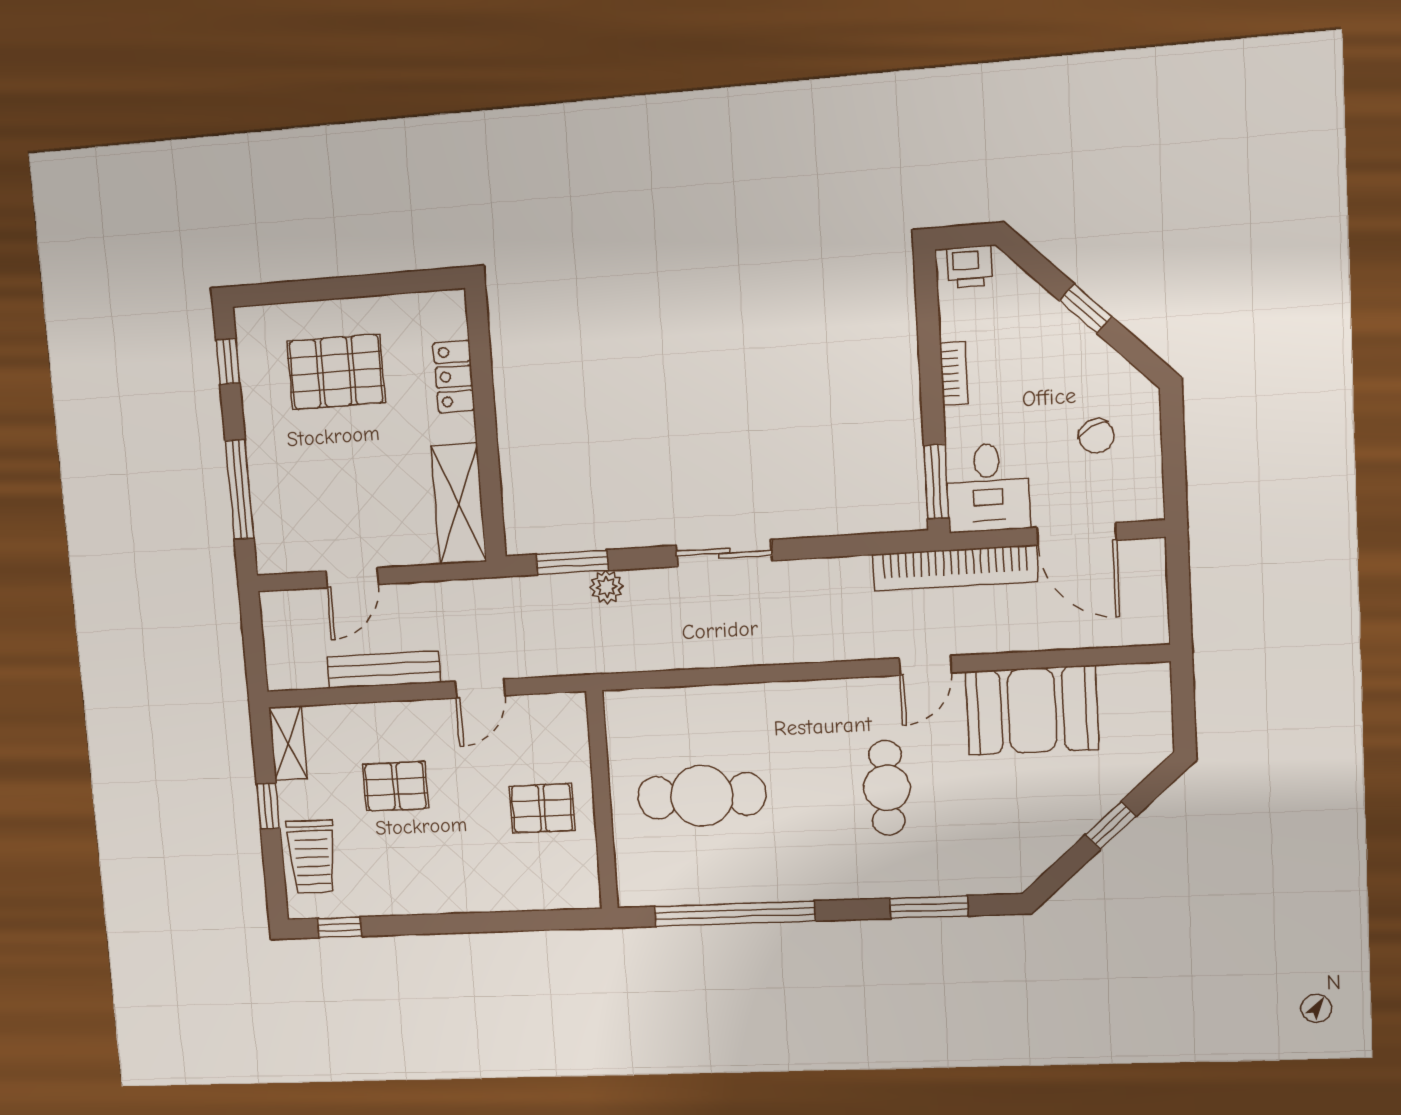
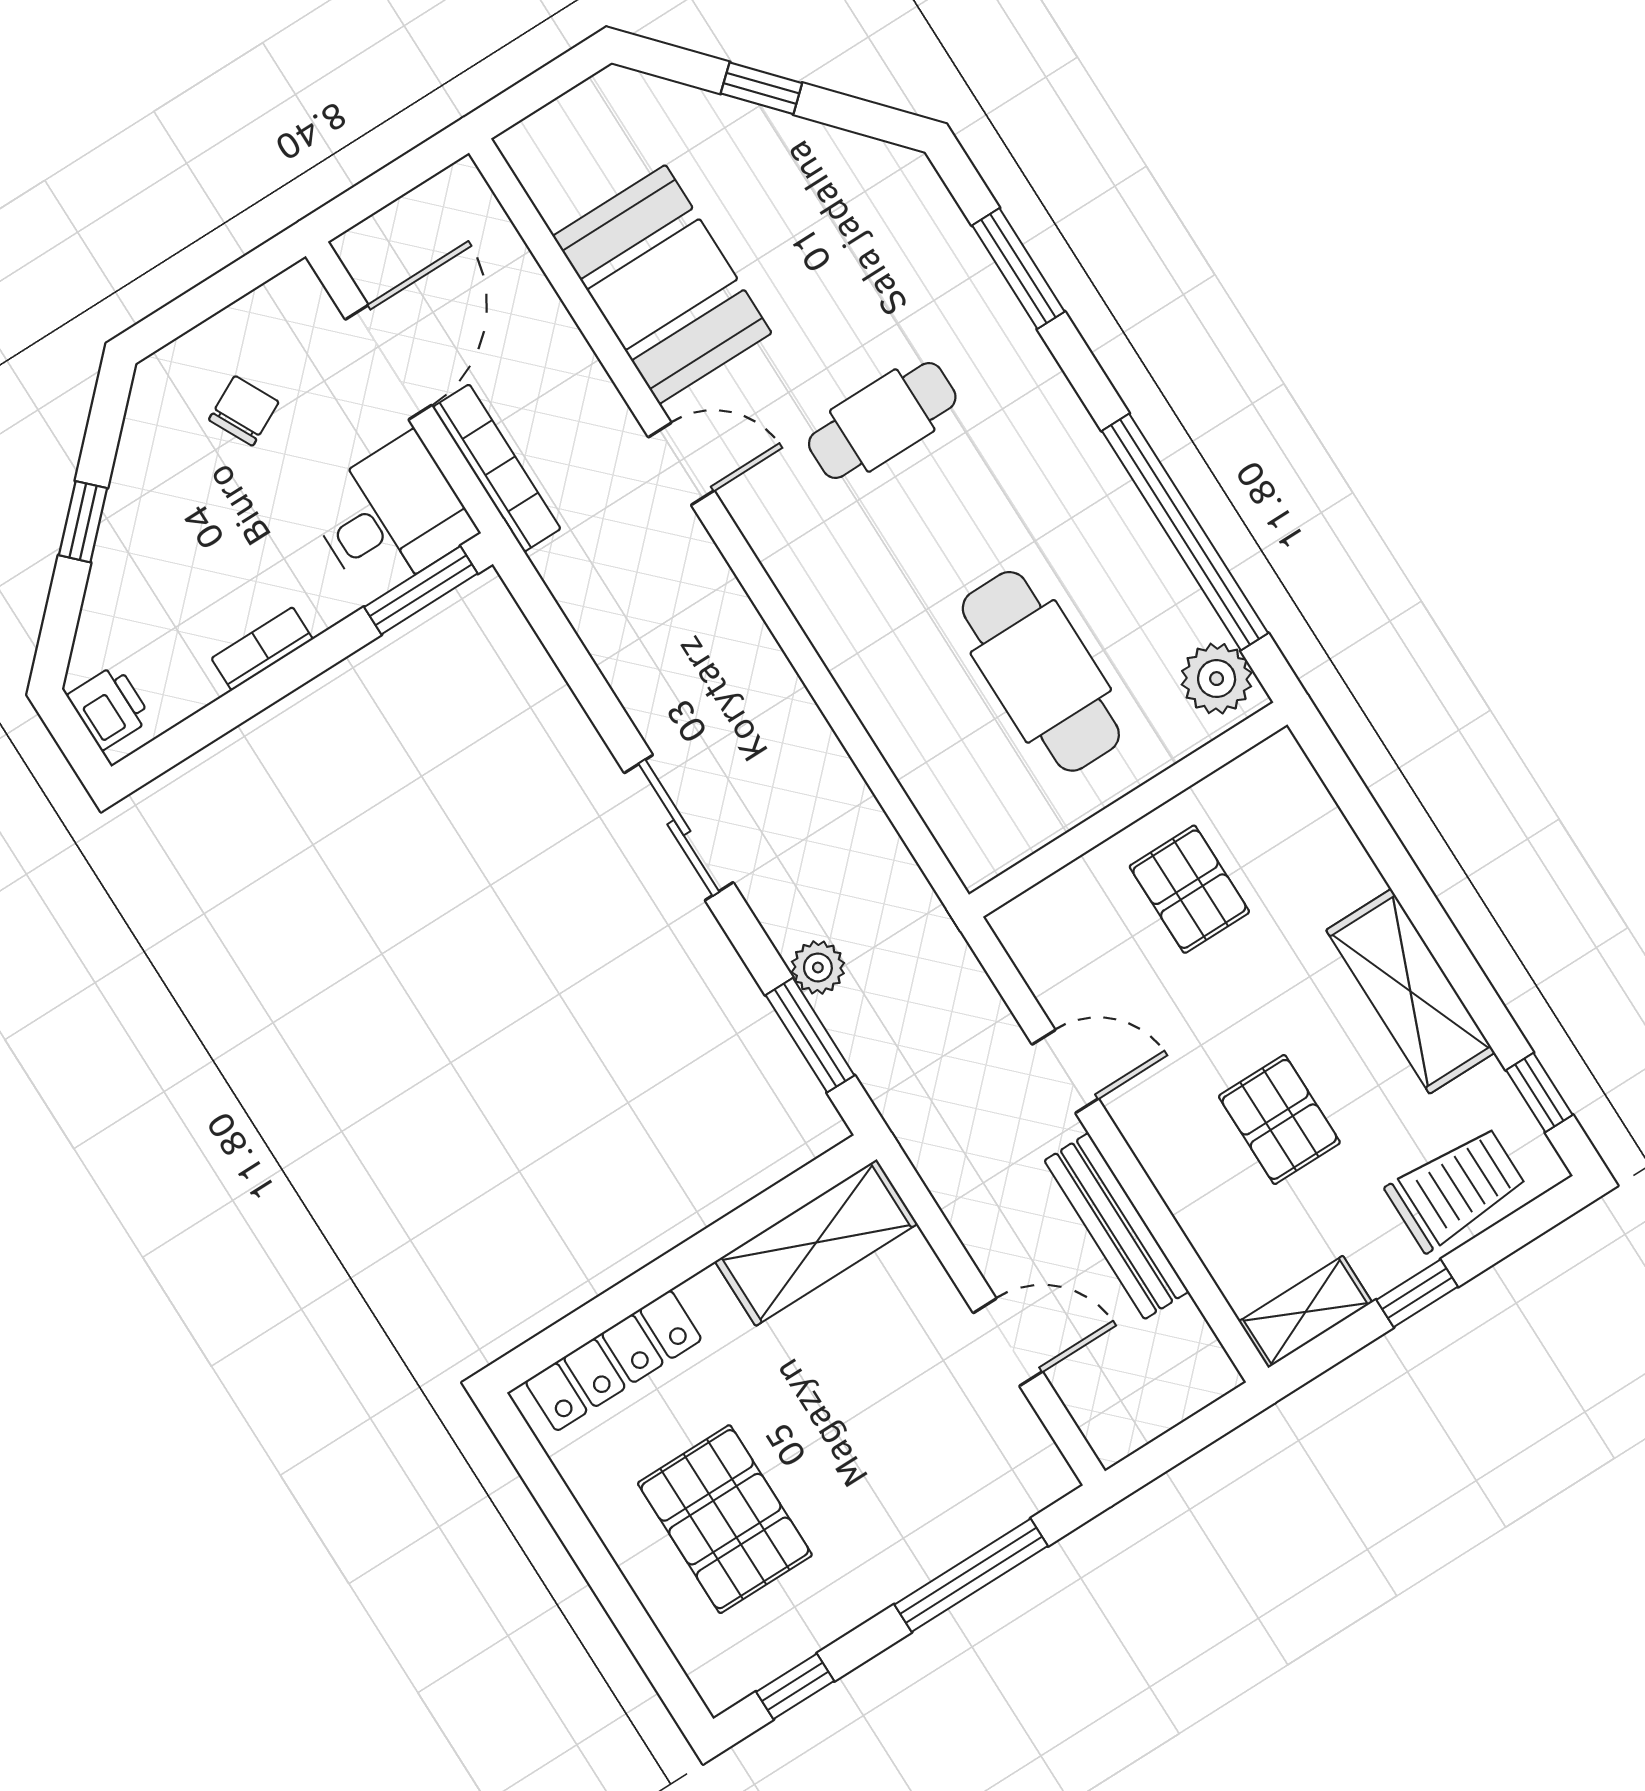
locker: (454, 377) -> (613, 1361), width x1.53
bookcase: (955, 568) -> (497, 468), width x0.68, depth x0.76
plant: (647, 886) -> (1217, 679), added
shelving: (427, 892) -> (1410, 991), added

